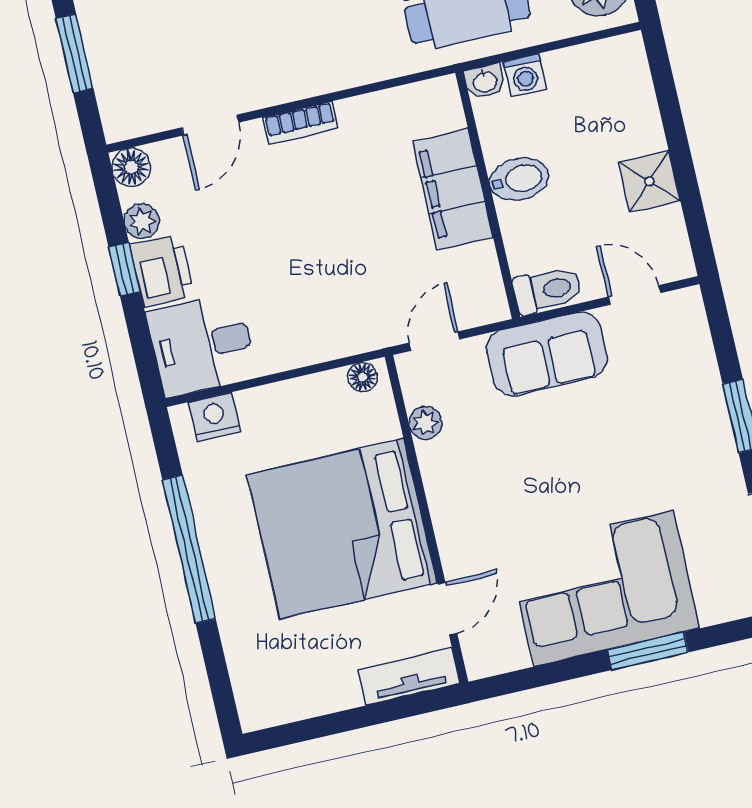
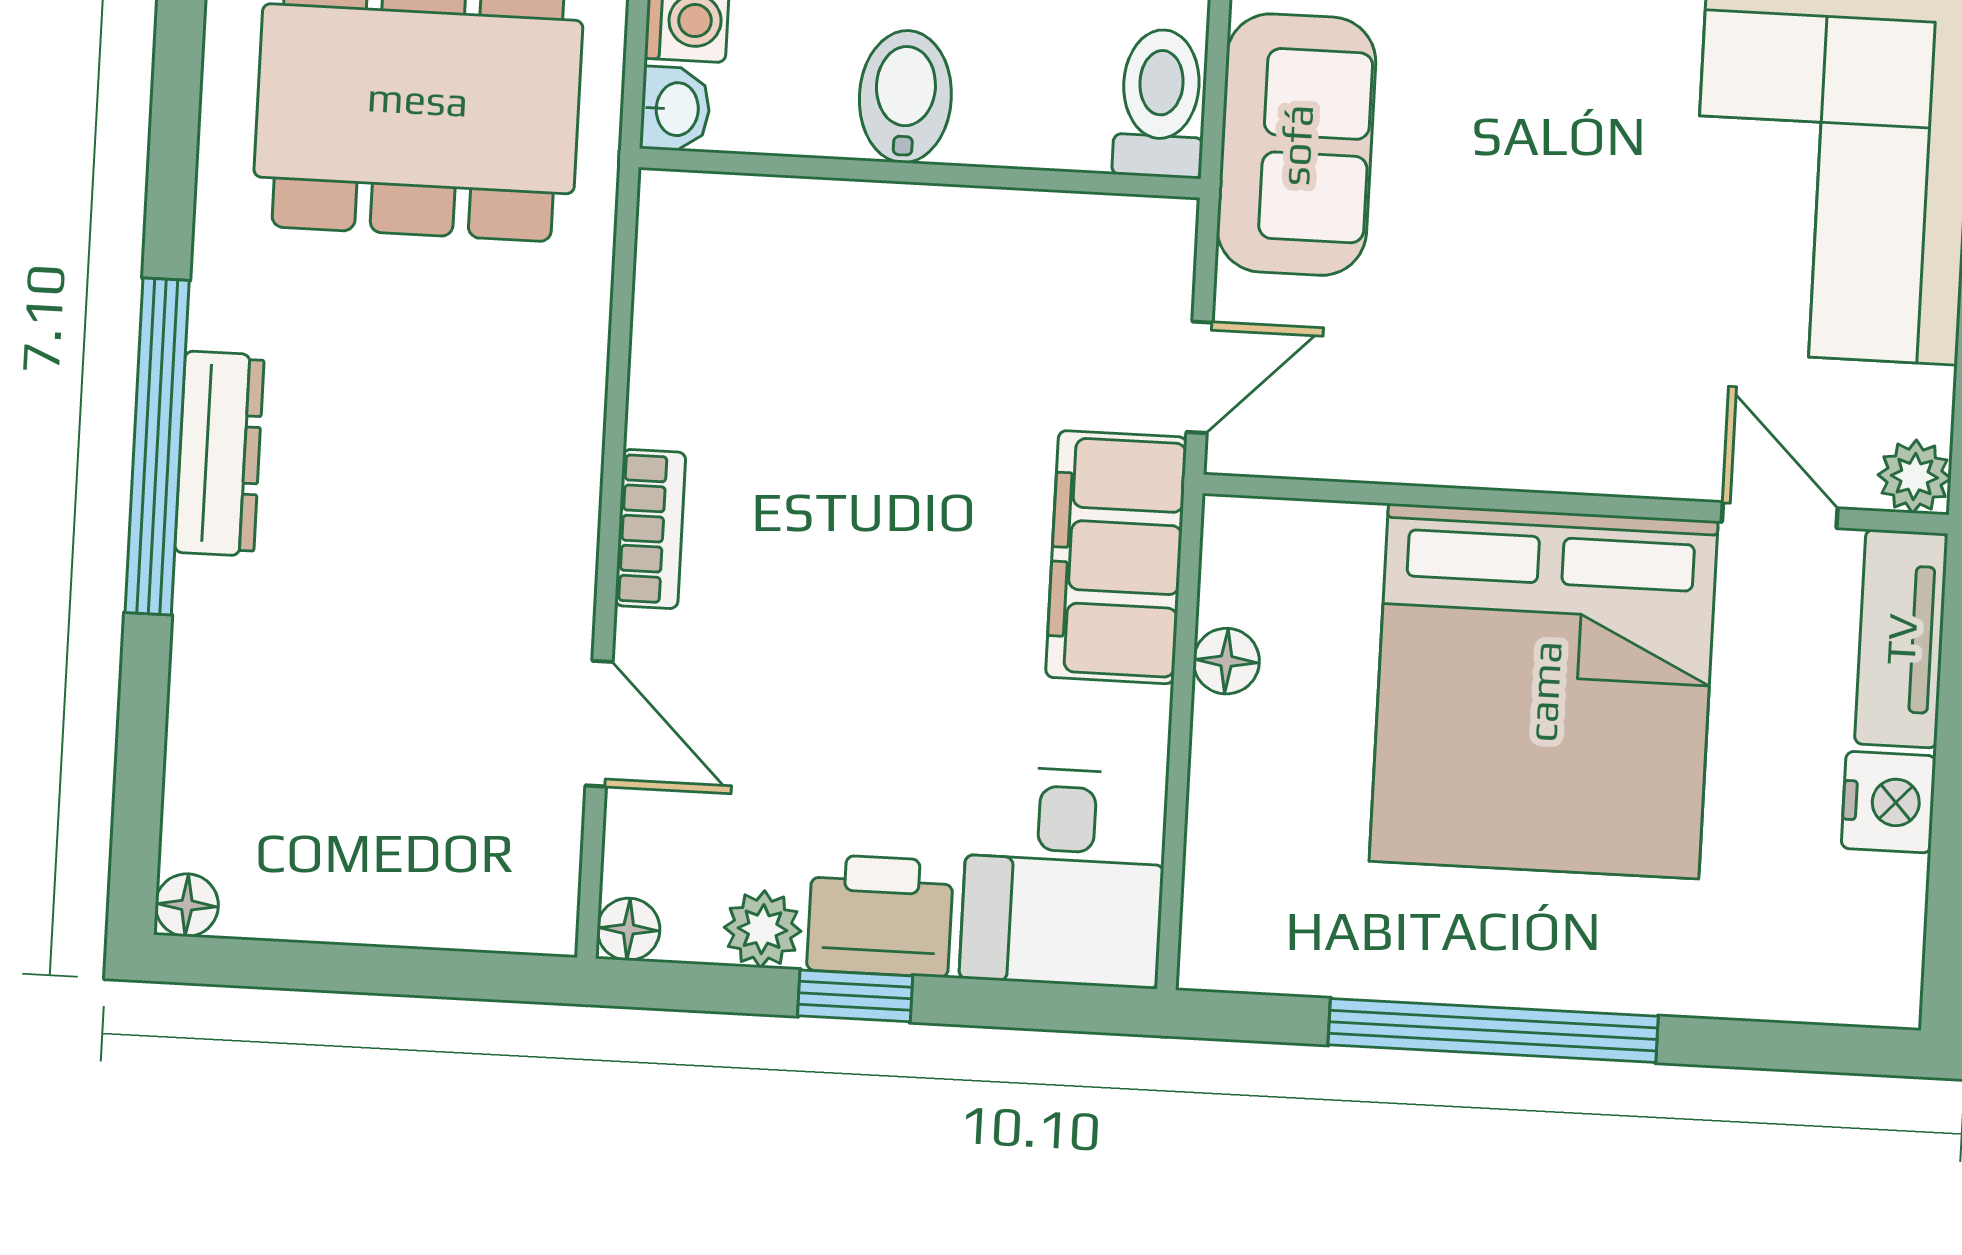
window: (75, 53) -> (362, 969), removed
floor lamp: (131, 167) -> (628, 929), width x0.73, depth x0.73
filing cabinet: (453, 190) -> (1116, 557), moved, turned 90
door: (434, 341) -> (1199, 377), swing flipped
floor lamp: (363, 377) -> (1226, 661), moved
nightstand: (214, 417) -> (1889, 802), moved, turned 180
plant: (425, 423) -> (1915, 477), moved

